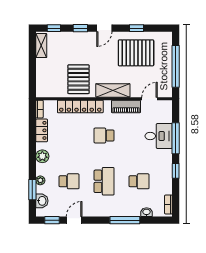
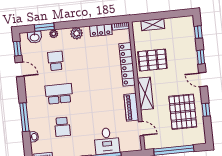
shelving: (41, 46) -> (153, 25), moved
school desk: (104, 135) -> (102, 89), removed
school desk: (69, 181) -> (56, 61), turned 180
school desk: (104, 181) -> (59, 94), turned 180

